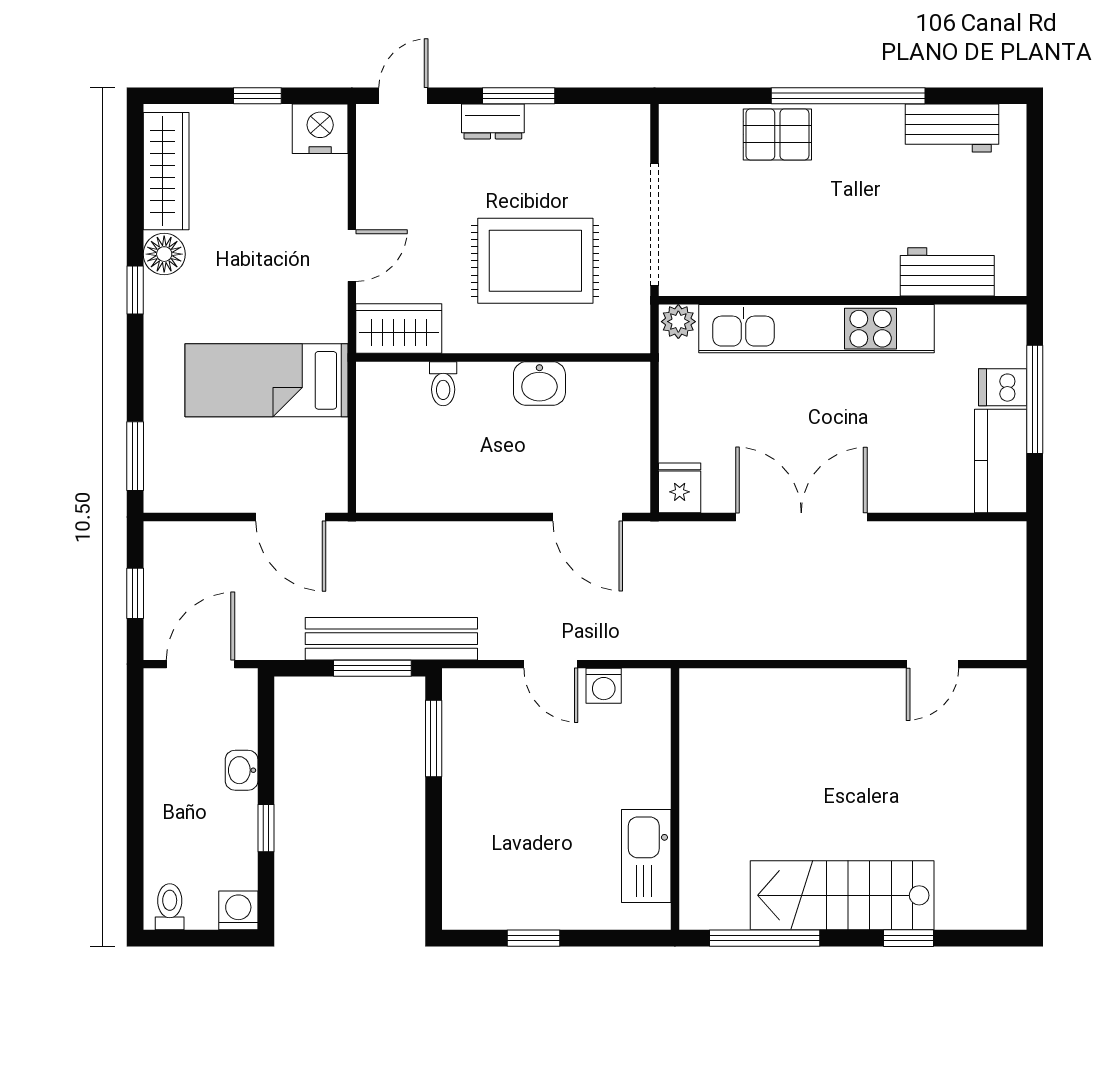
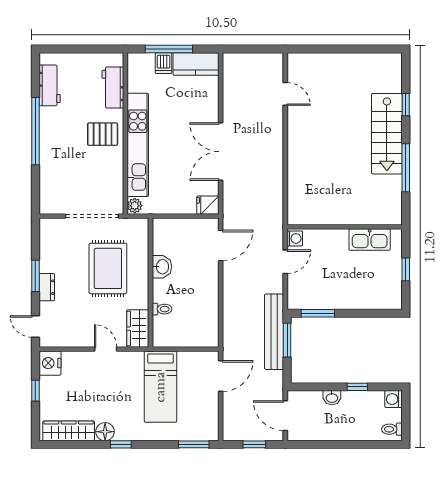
pallet: (777, 134) -> (103, 134), moved, turned 90
wall: (675, 799) -> (345, 227), moved
kitchen sink: (646, 856) -> (370, 240), moved

